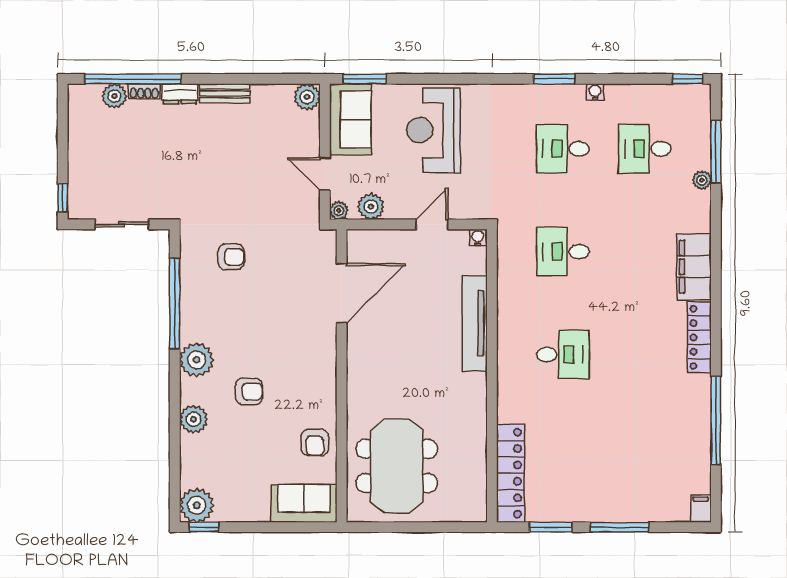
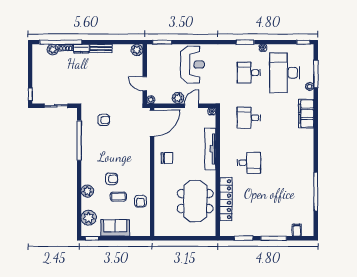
sofa: (350, 119) -> (156, 60), removed
reception desk: (434, 130) -> (192, 65), turned 180
desk: (645, 149) -> (285, 73), width x1.87, depth x1.30
plant: (371, 207) -> (178, 98), moved
filing cabinet: (694, 267) -> (306, 114), moved
door: (342, 293) -> (152, 123), moved
locker: (699, 337) -> (309, 155), removed
chair: (376, 344) -> (167, 158), added
plant: (197, 360) -> (89, 165), removed
coffee table: (265, 432) -> (118, 197), added
meeting table: (397, 466) -> (195, 201), moved
locker: (511, 473) -> (226, 199), moved
sofa: (304, 503) -> (115, 228), moved
plant: (197, 505) -> (89, 218), moved
filing cabinet: (701, 509) -> (297, 230), moved

